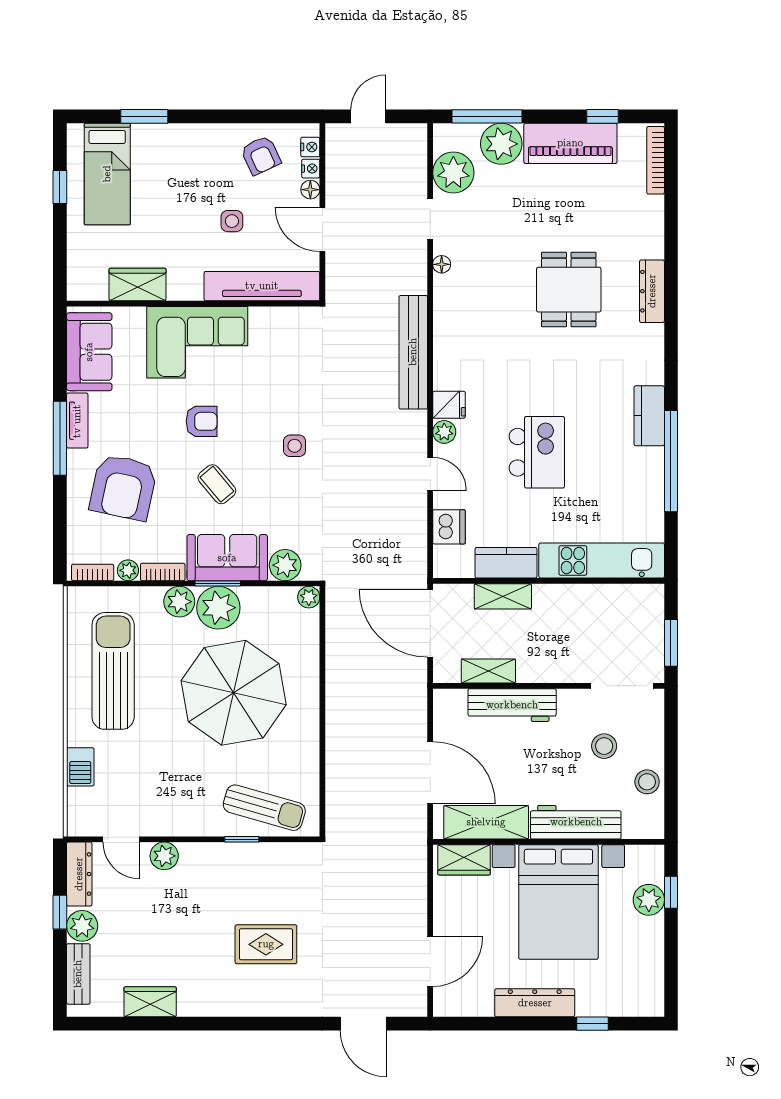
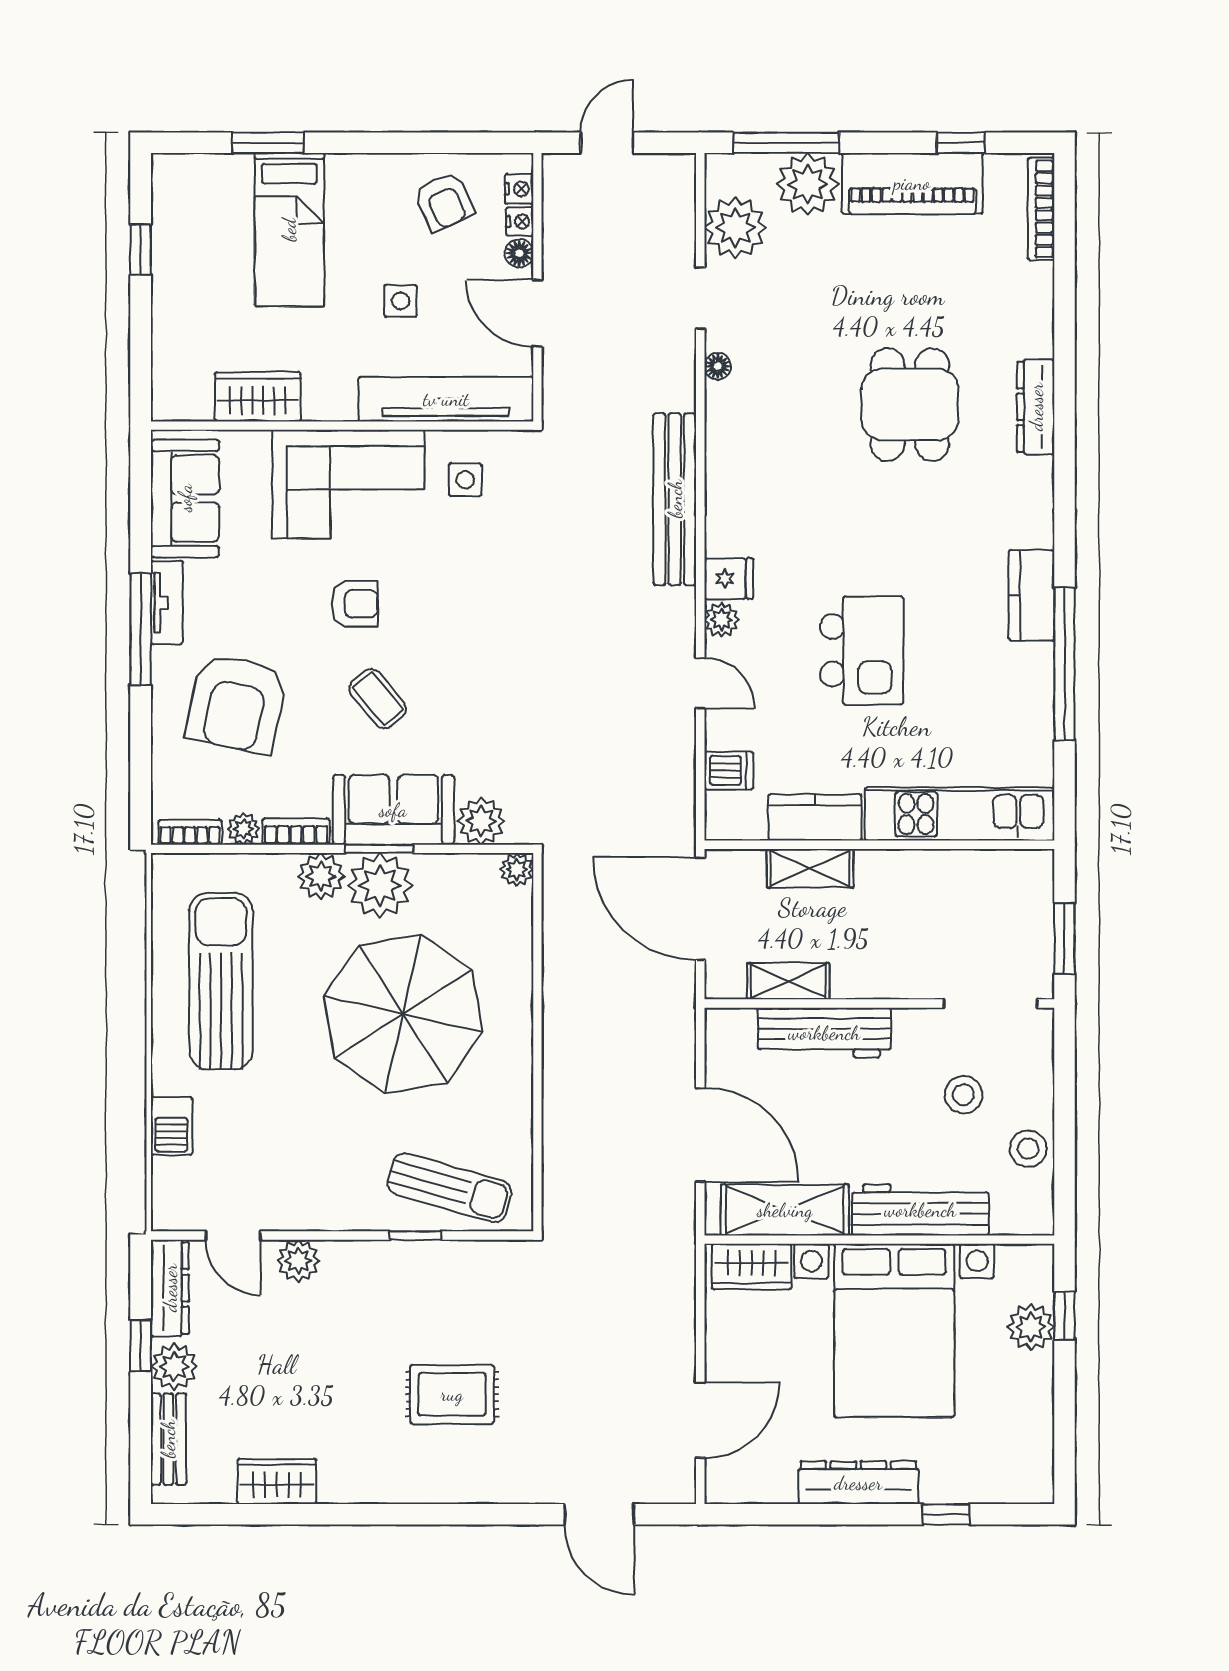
bed: (107, 174) -> (289, 230), moved
side table: (295, 446) -> (465, 480), moved
dishwasher: (449, 527) -> (729, 770), width x0.73

